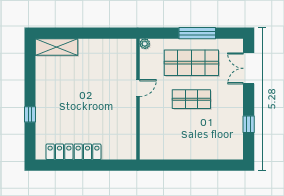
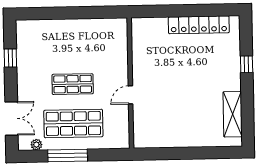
plant: (145, 44) -> (36, 145), moved
shelving: (56, 47) -> (233, 114), moved, turned 90

